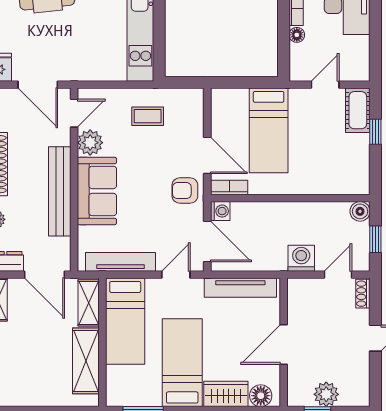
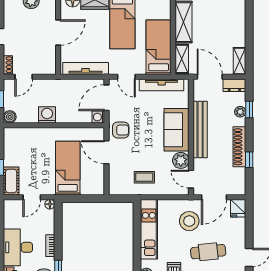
floor lamp: (297, 35) -> (50, 204), moved
stool: (77, 47) -> (189, 221), added
door: (38, 85) -> (214, 197), swing flipped
door: (74, 113) -> (191, 179), hinge flipped
bookcase: (229, 187) -> (93, 132), removed
door: (207, 242) -> (107, 98), hinge flipped
washing machine: (301, 258) -> (47, 115), moved, turned 180
door: (176, 275) -> (126, 77), hinge flipped

